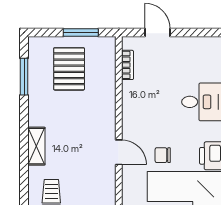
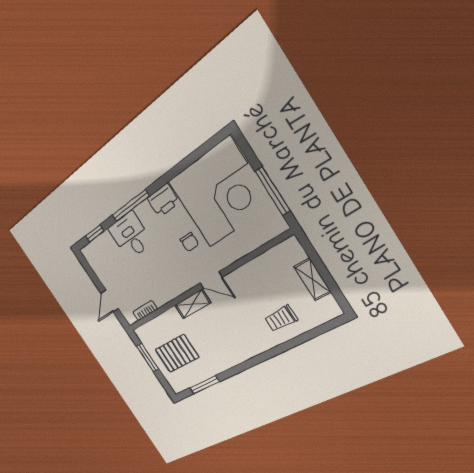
shelving: (36, 146) -> (193, 304), moved
door: (119, 152) -> (211, 280), swing flipped

